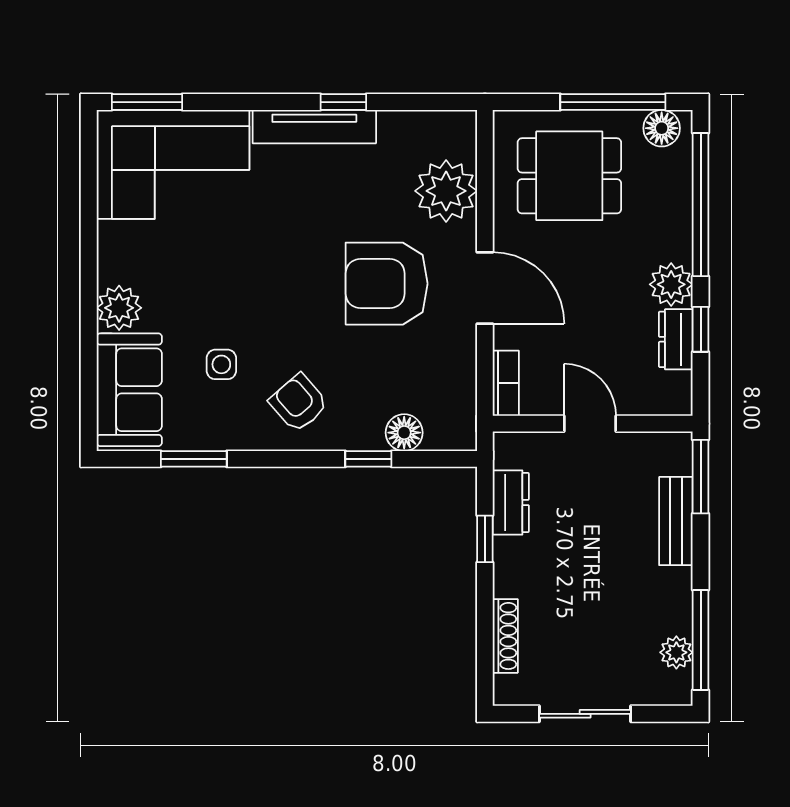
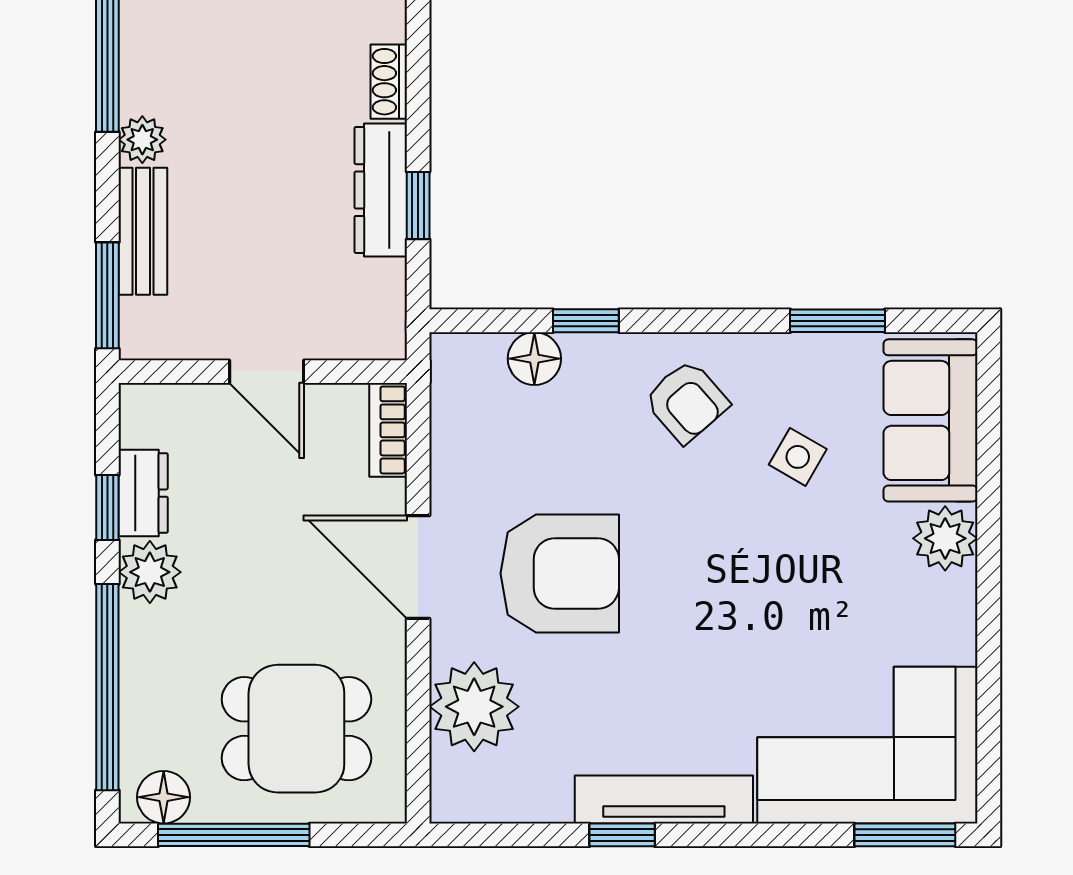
side table: (221, 364) -> (798, 457), turned 30
dresser: (511, 502) -> (381, 190), moved, width x1.44
shoe rack: (505, 636) -> (389, 82), width x0.70
plant: (676, 652) -> (142, 140), moved

